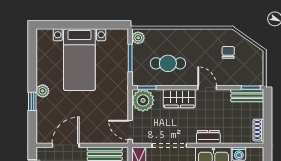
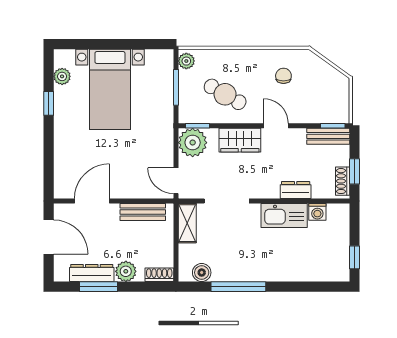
chair: (228, 52) -> (283, 76), moved
cafe table: (168, 63) -> (225, 94), turned 30
plant: (43, 91) -> (62, 76), moved
window: (32, 101) -> (49, 103), moved
window: (267, 123) -> (354, 171), added
dresser: (208, 137) -> (296, 190), moved

